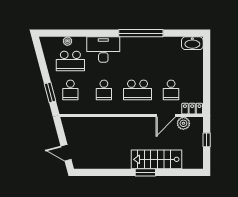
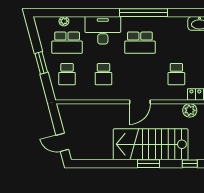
school desk: (137, 90) -> (140, 43), moved
window: (50, 92) -> (41, 63), moved
door: (166, 116) -> (140, 102), moved
stairs: (157, 159) -> (151, 144), width x1.36, depth x1.51
window: (183, 172) -> (190, 164), added

